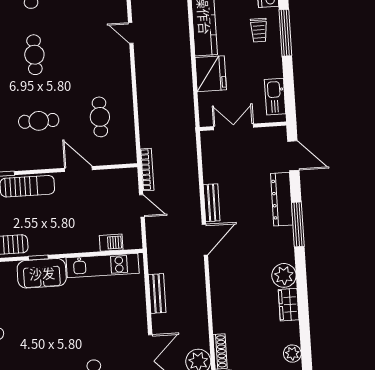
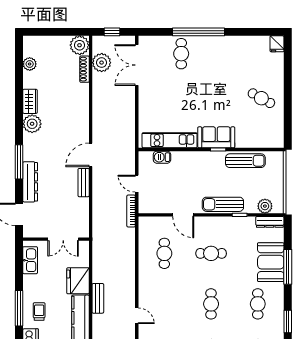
bench: (157, 294) -> (98, 298), moved

